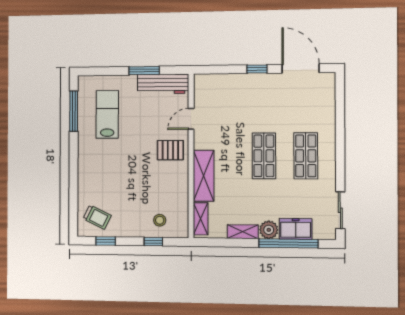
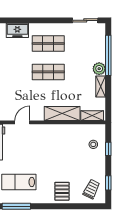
door: (191, 119) -> (22, 122), swing flipped
pallet: (170, 150) -> (62, 191), moved
freezer: (296, 229) -> (17, 30), moved, turned -90

